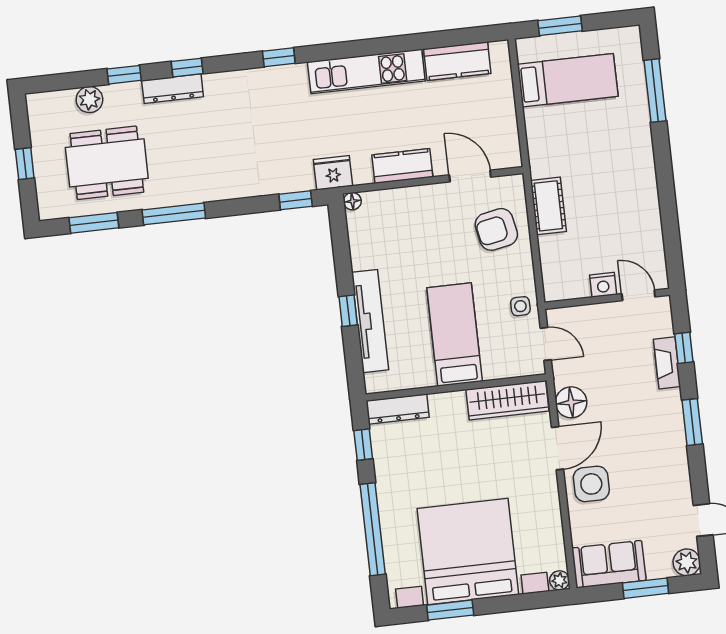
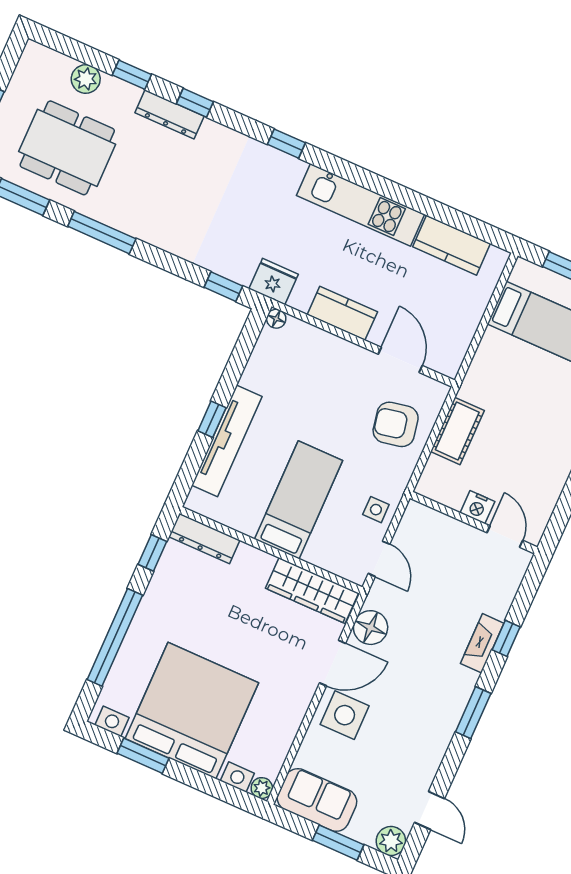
nightstand: (603, 285) -> (477, 507), moved
door: (638, 295) -> (505, 537), moved
wall: (607, 299) -> (474, 523), moved

